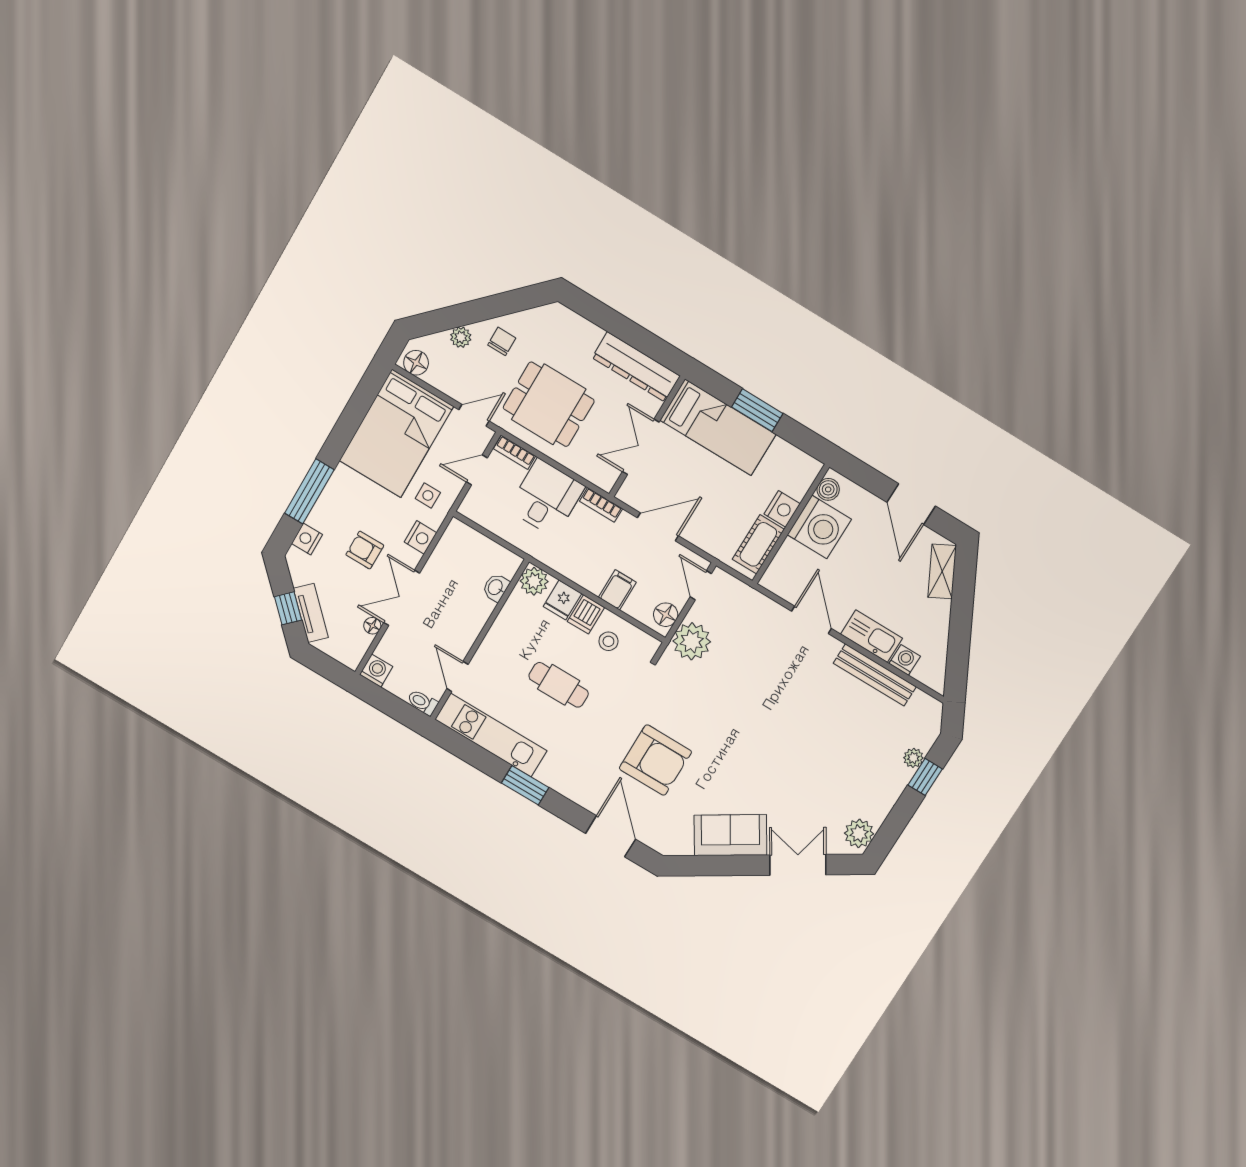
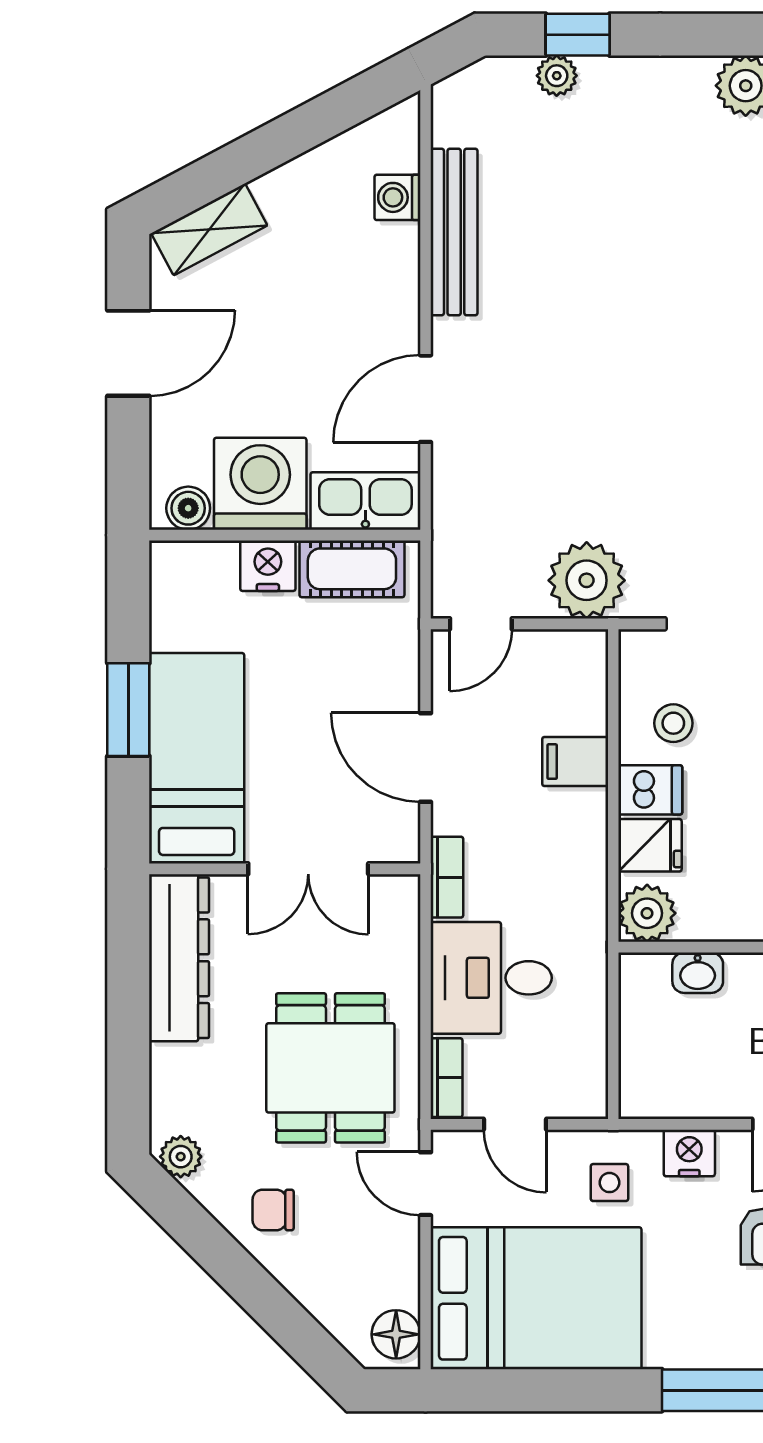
plant: (461, 337) -> (181, 1157), moved
floor lamp: (666, 615) -> (568, 653), removed
kitchen sink: (871, 636) -> (365, 501), moved, turned 90

